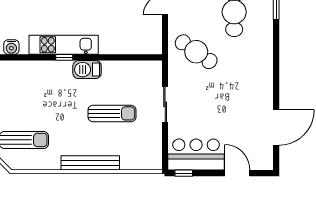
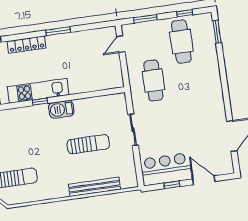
cafe table: (196, 52) -> (153, 80), turned 55
bench: (90, 163) -> (94, 187), moved
window: (184, 173) -> (172, 185), moved

